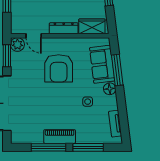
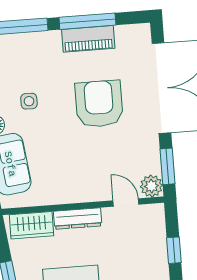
armchair: (59, 68) -> (99, 104), moved
piano: (60, 137) -> (88, 39), moved

